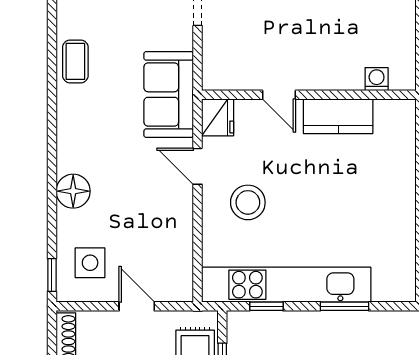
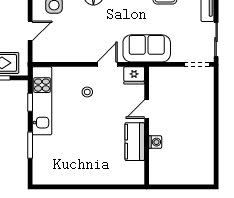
washing machine: (377, 79) -> (155, 142), moved
stool: (248, 202) -> (87, 92), width x0.53, depth x0.53
kitchen unit: (286, 285) -> (42, 101), width x0.73

